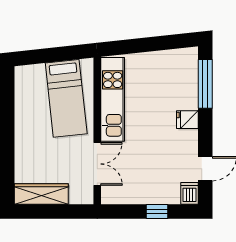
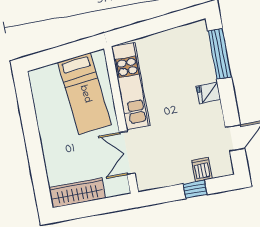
double door: (97, 164) -> (127, 153), swing flipped
dishwasher: (189, 193) -> (202, 169), moved

